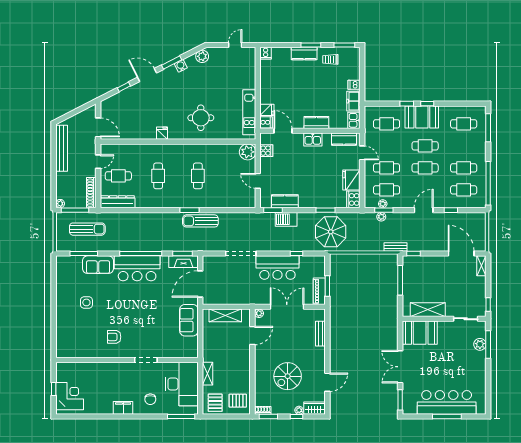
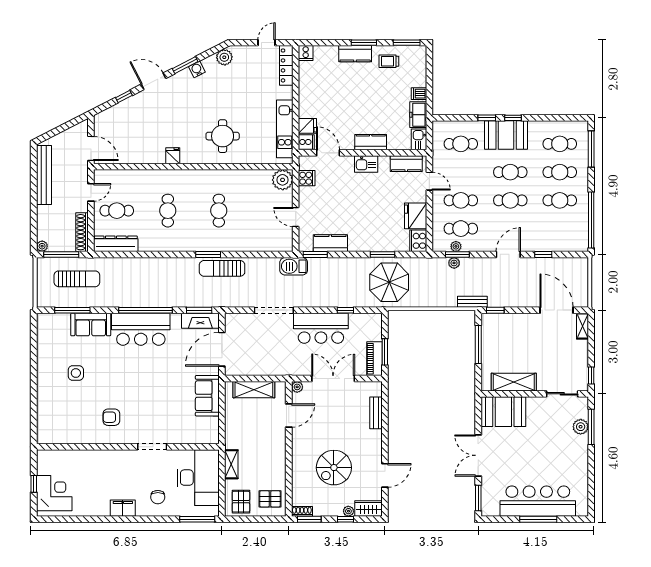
locker: (250, 63) -> (286, 65), added
cafe table: (464, 190) -> (560, 172), moved
barbecue: (286, 219) -> (294, 266), moved

